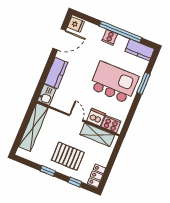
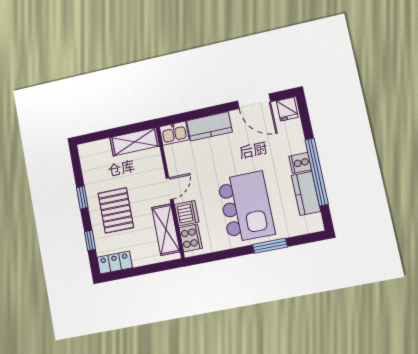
kitchen counter: (140, 50) -> (306, 193), moved
shelving: (33, 127) -> (135, 142), width x0.68

